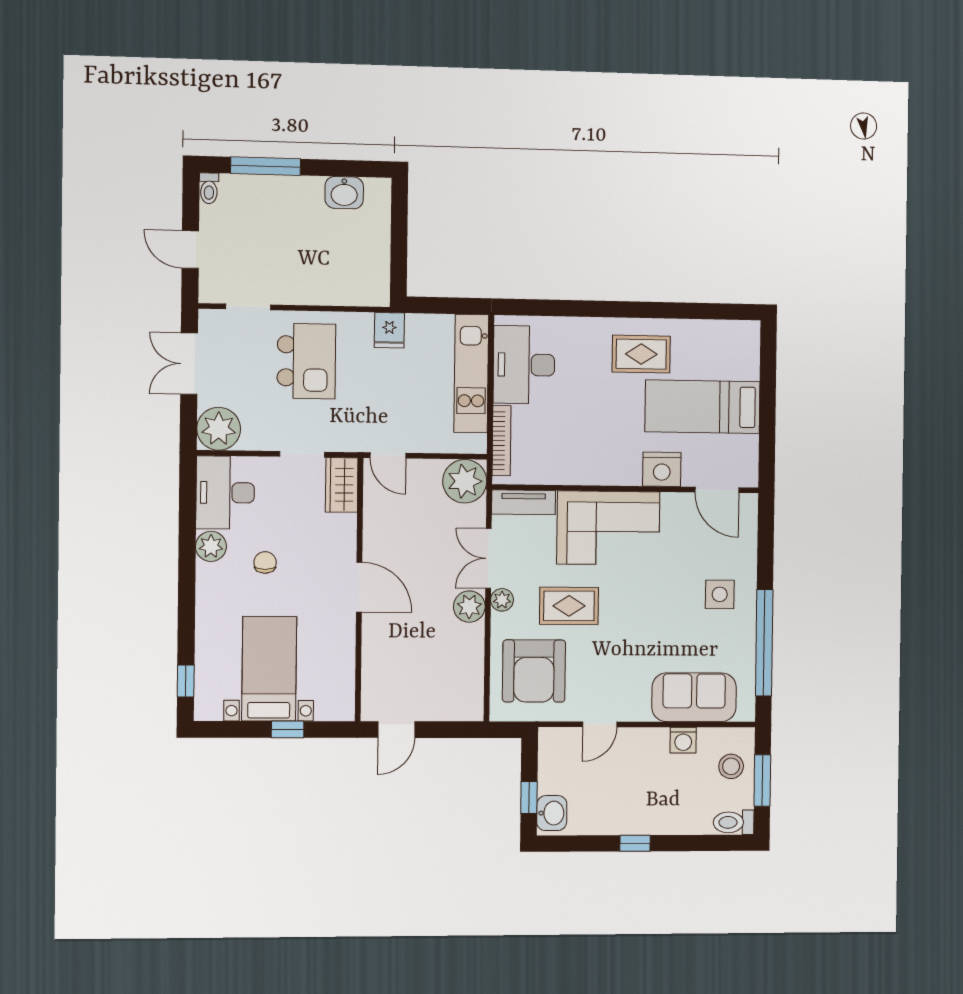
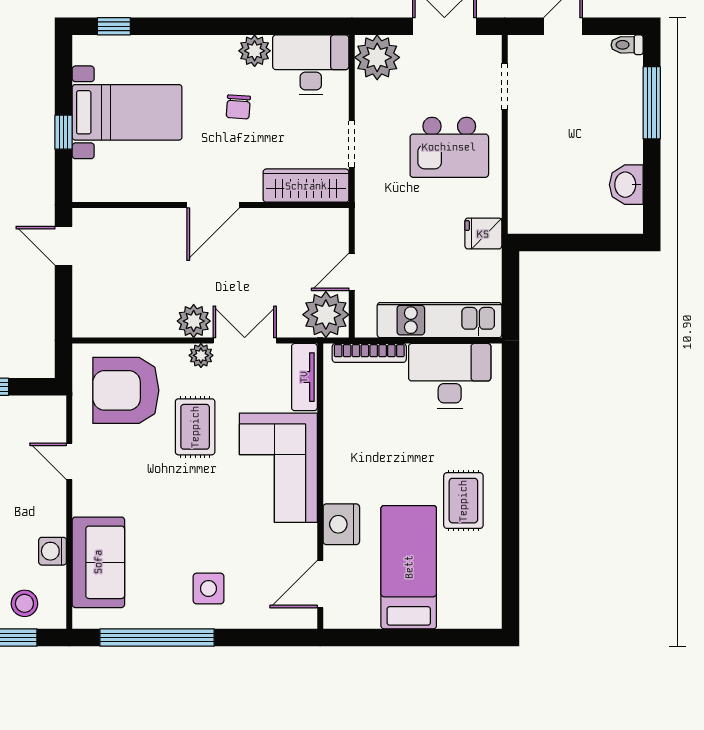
door: (388, 455) -> (352, 272), moved
wardrobe: (342, 485) -> (306, 186), width x1.50
chair: (265, 562) -> (238, 107), turned 94

